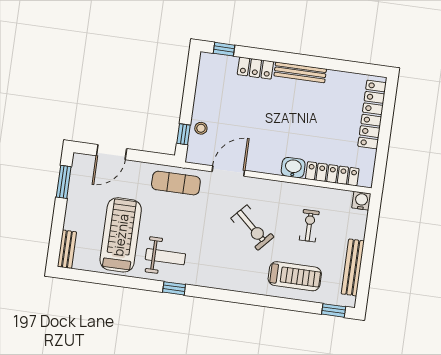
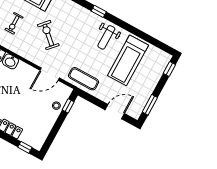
window: (55, 245) -> (169, 69), added
bench: (67, 249) -> (163, 64), removed
weight bench: (165, 257) -> (106, 37), turned -90
window: (174, 288) -> (99, 11), moved

